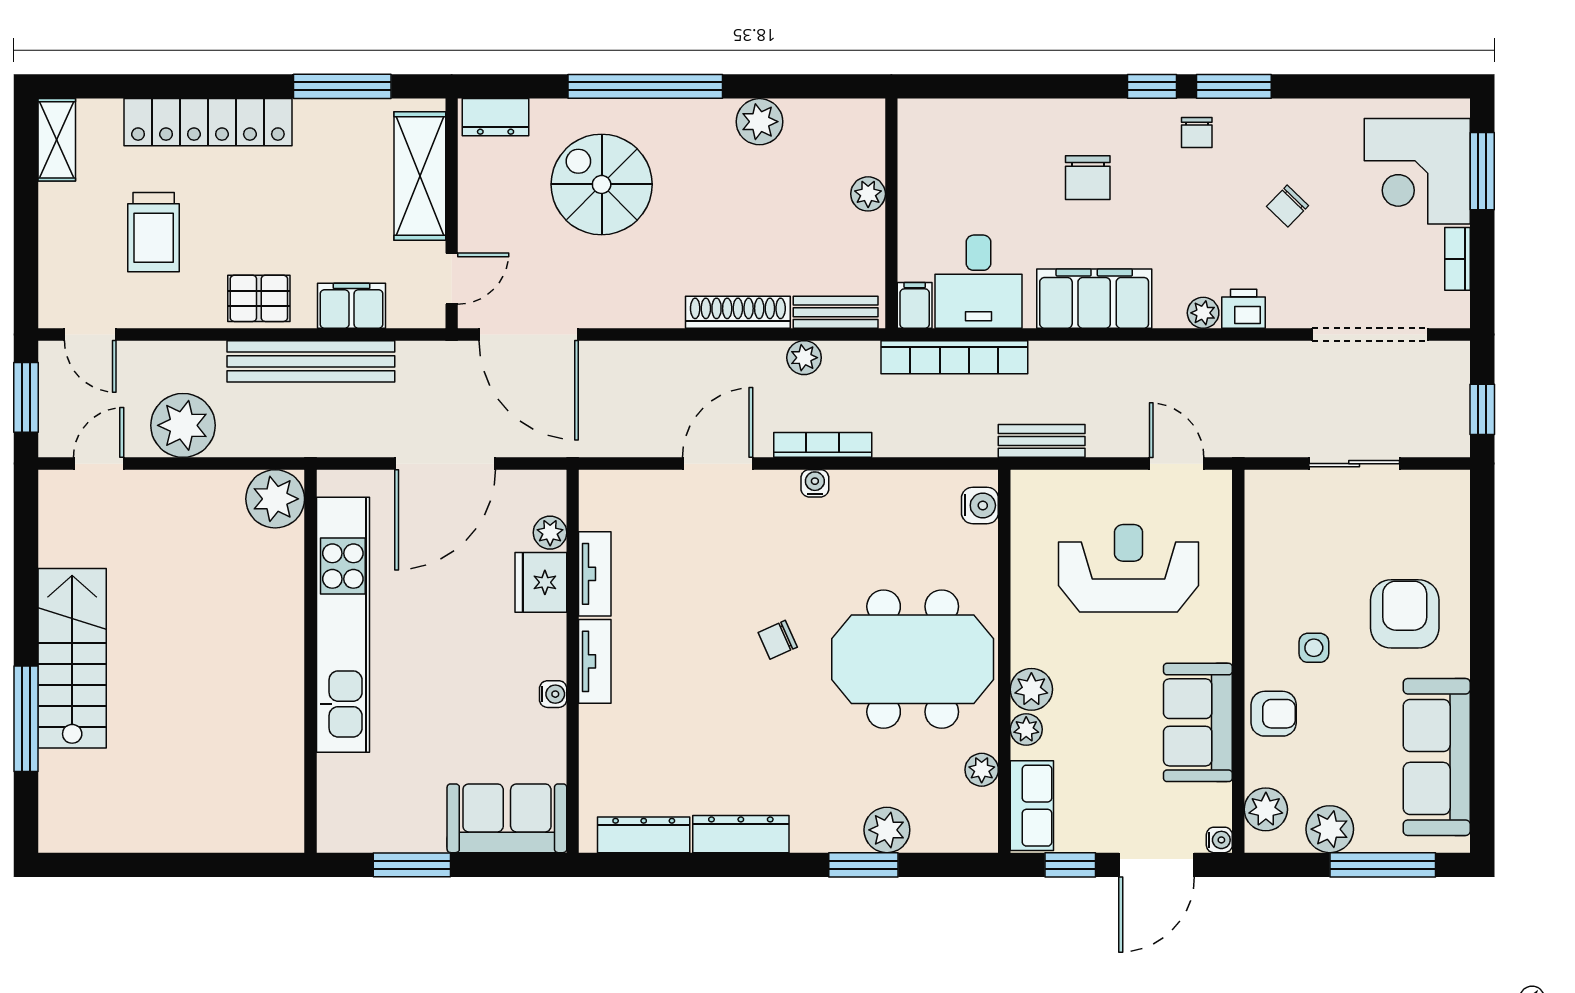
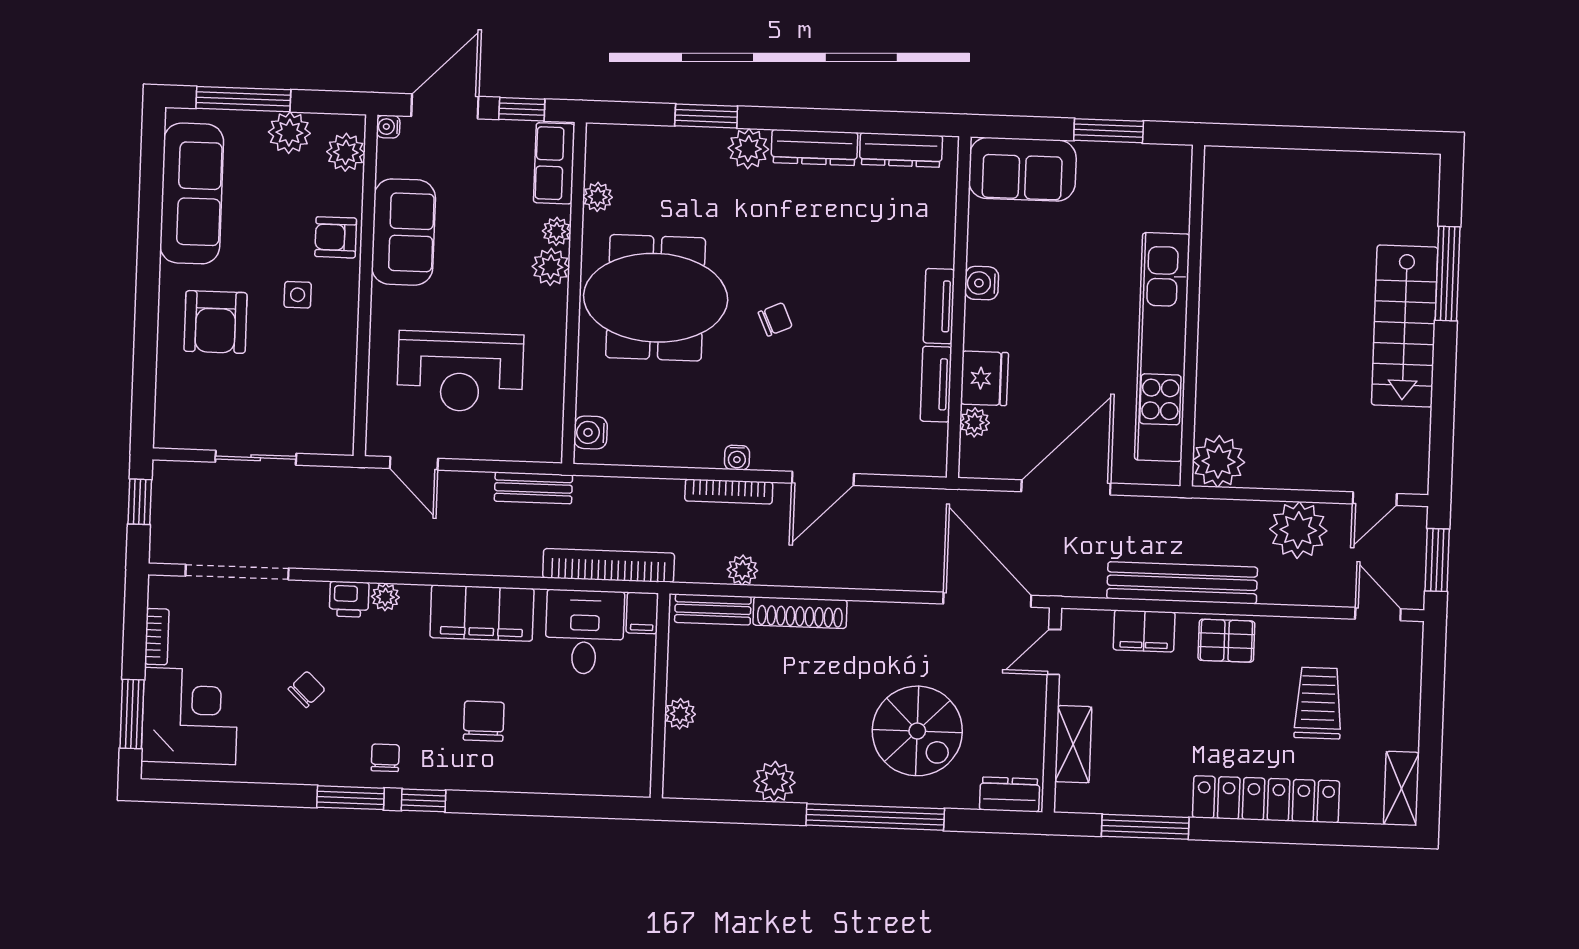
shelving: (420, 176) -> (1073, 744), width x0.67, depth x0.75
water cooler: (553, 694) -> (982, 283), width x1.38, depth x1.38
plant: (887, 830) -> (748, 149), moved

